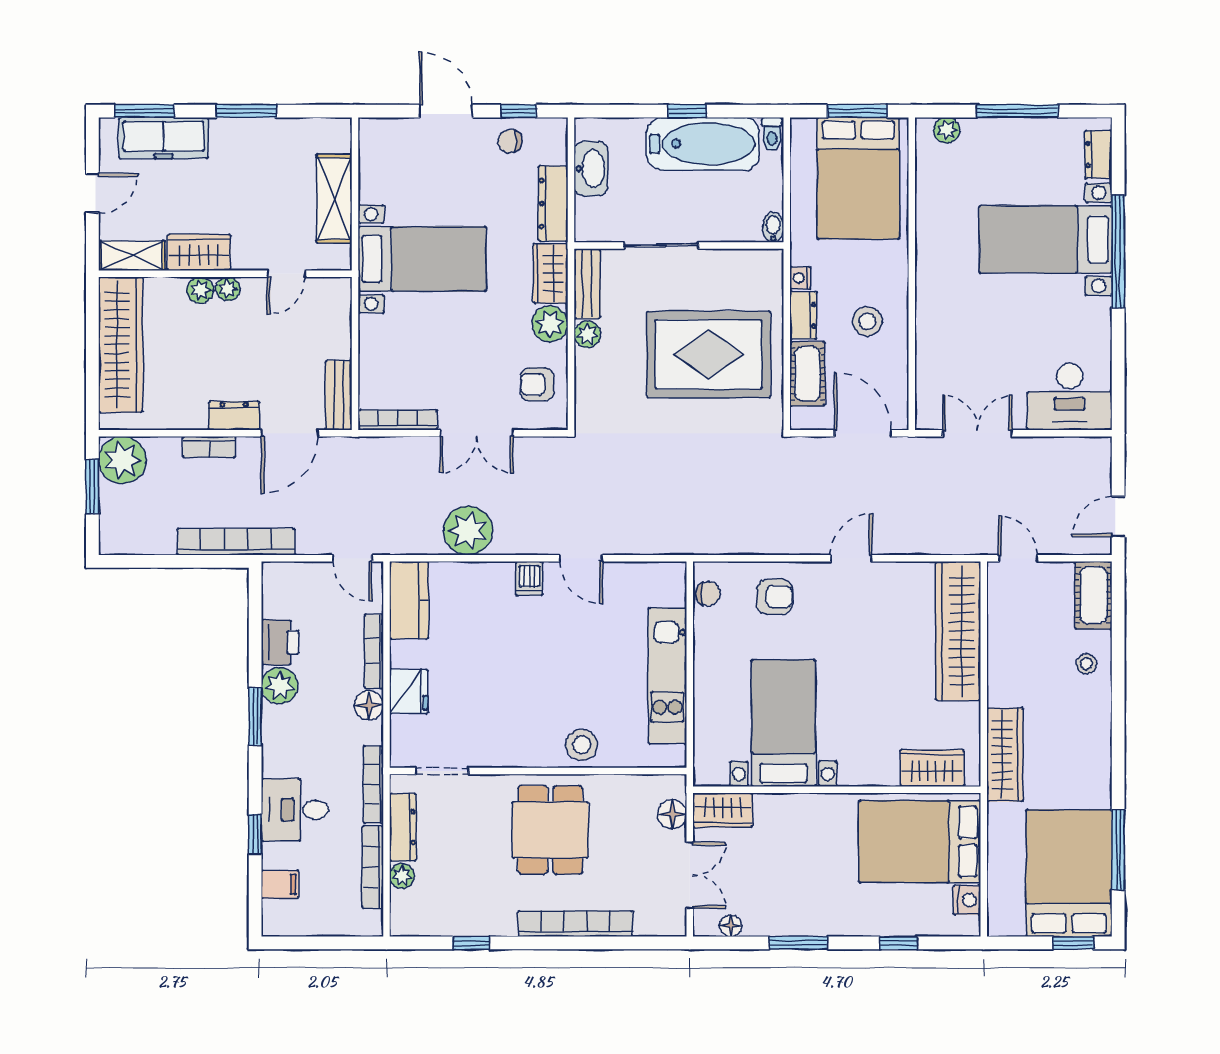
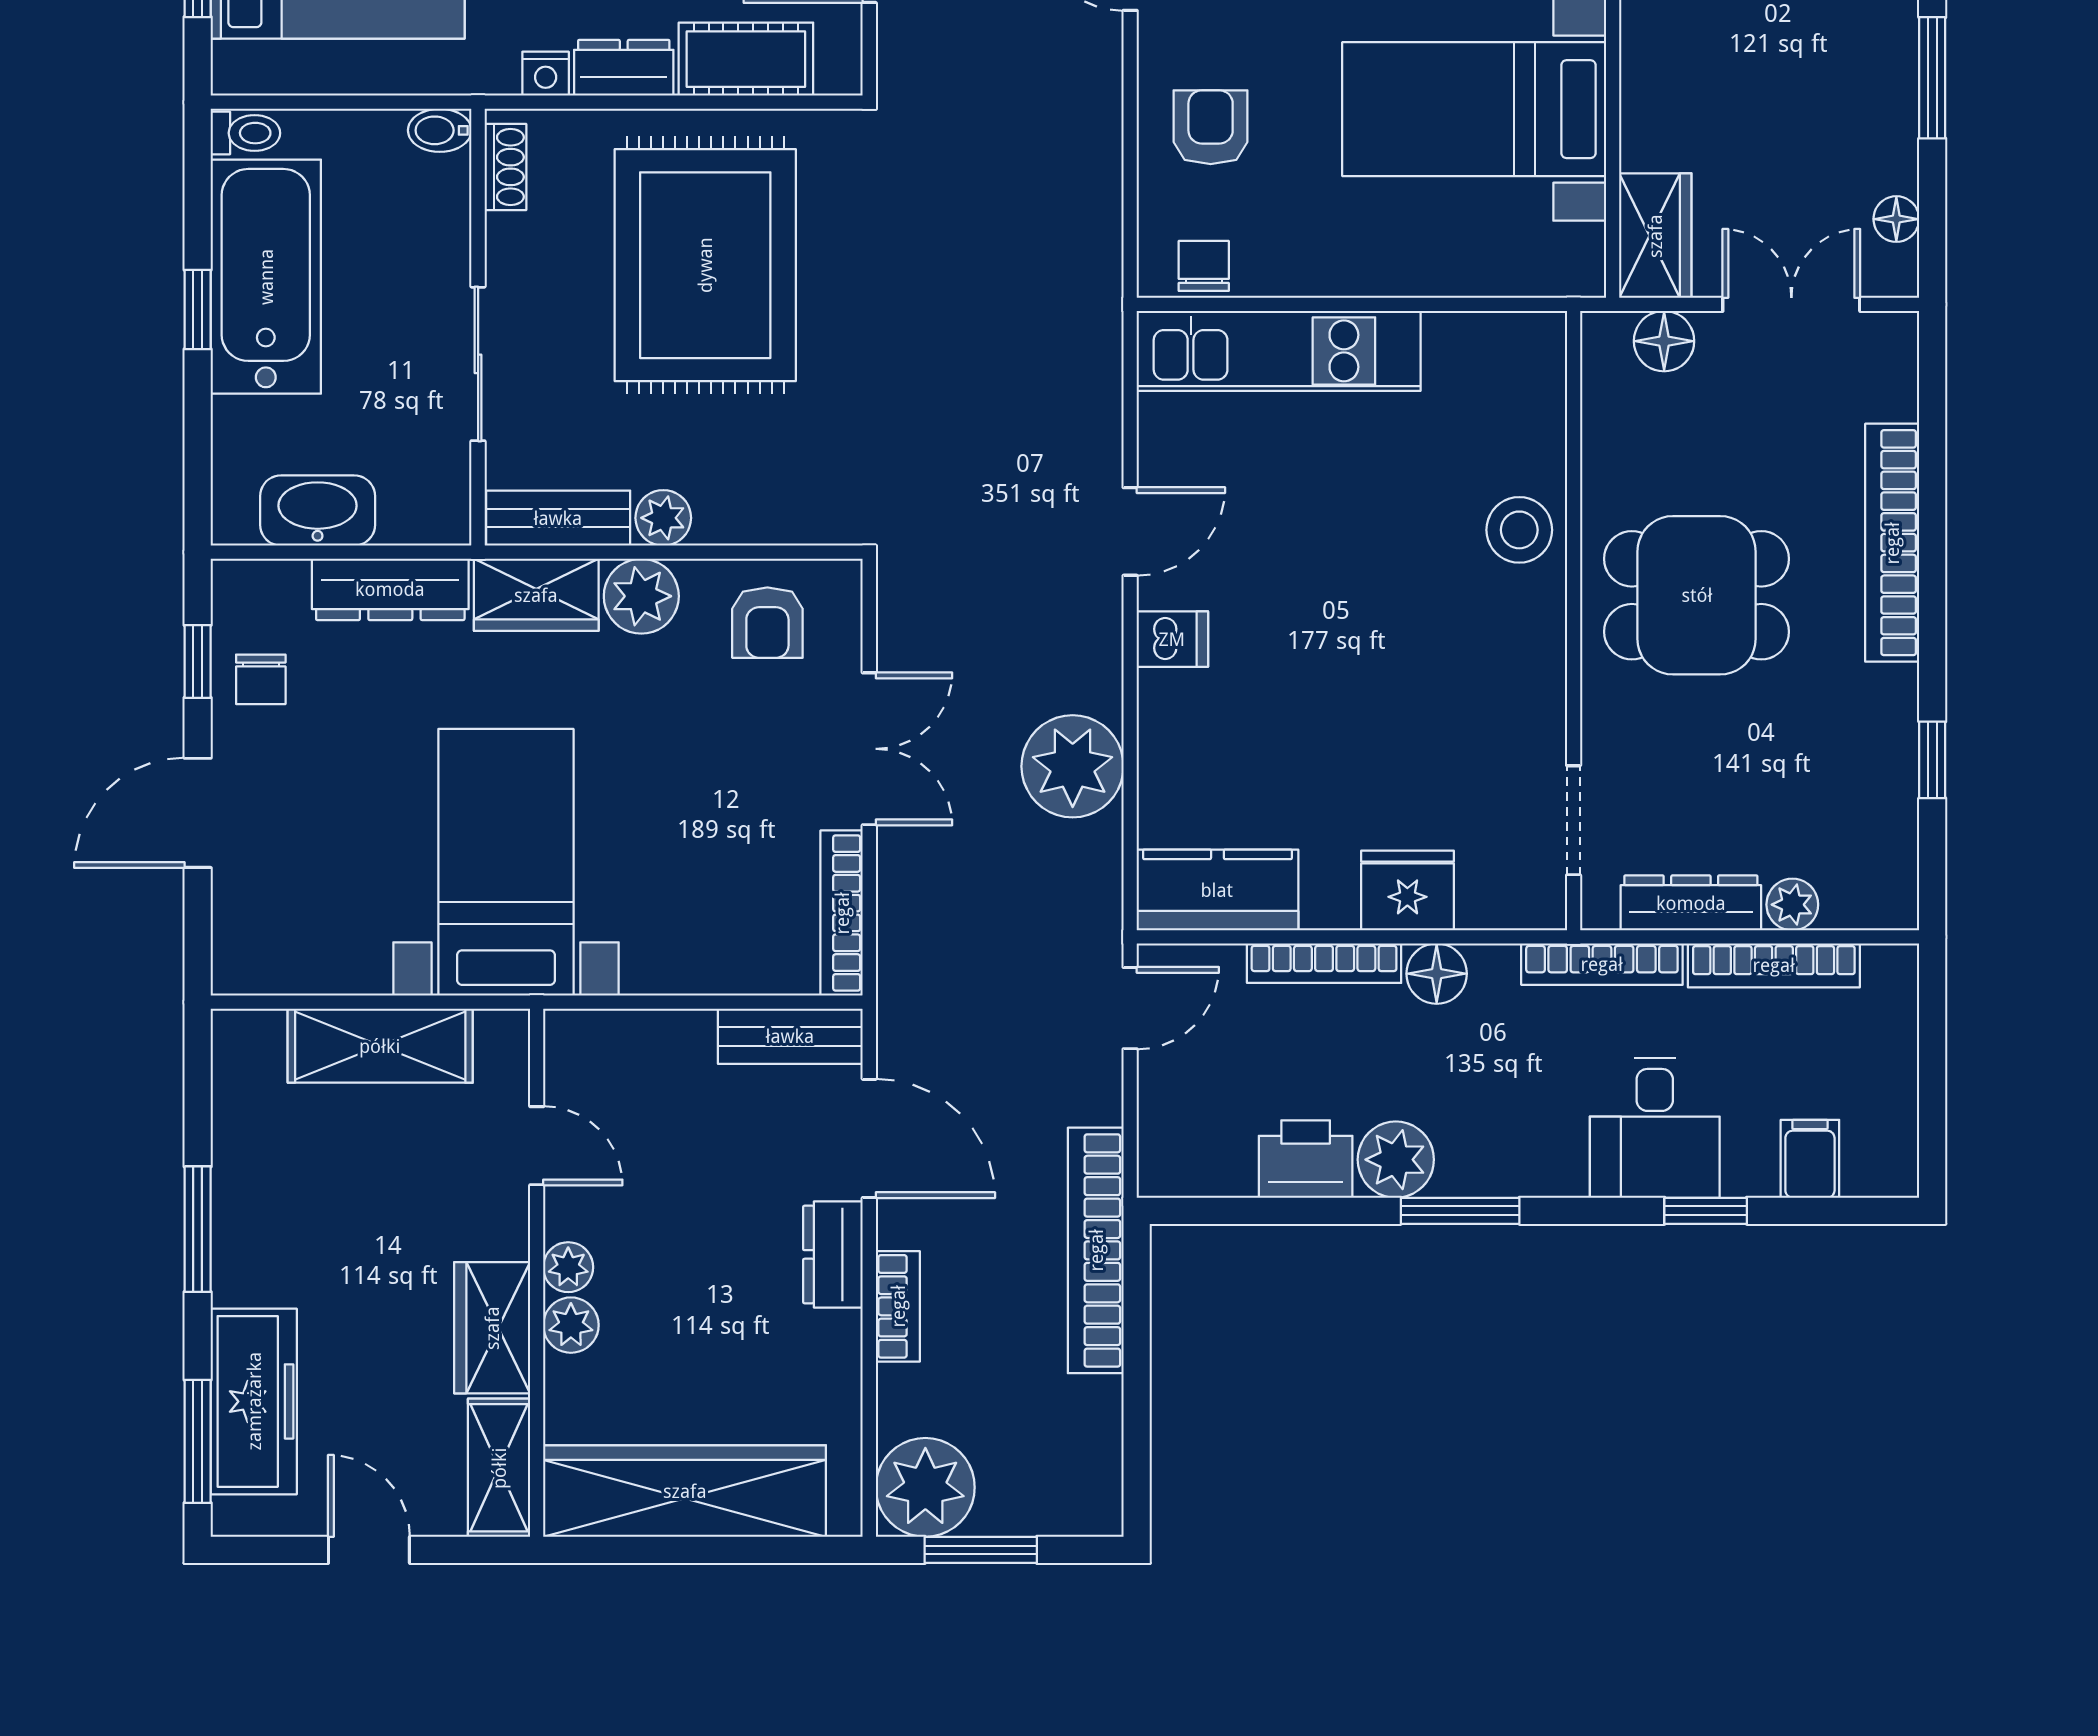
shoe rack: (756, 259) -> (505, 167), added
kitchen unit: (667, 676) -> (1279, 351), moved

